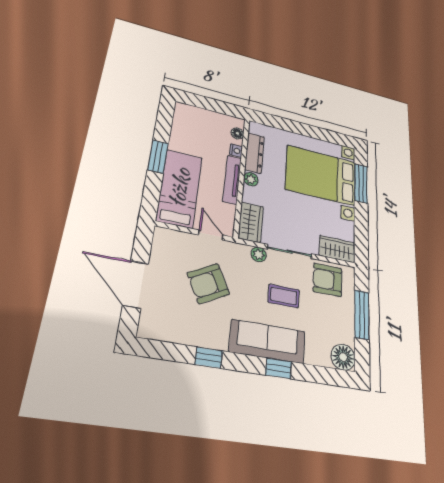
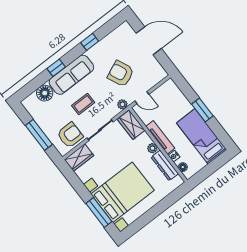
bed: (180, 188) -> (202, 136), moved, turned 180
plant: (259, 254) -> (122, 104), moved
armchair: (208, 283) -> (121, 74), turned -86
floor lamp: (343, 357) -> (45, 93), moved

